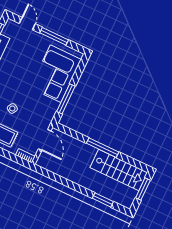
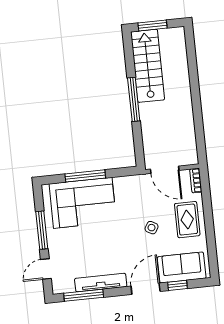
window: (66, 99) -> (85, 176), moved
door: (45, 140) -> (165, 170), swing flipped
window: (103, 200) -> (192, 63), removed

